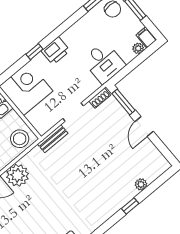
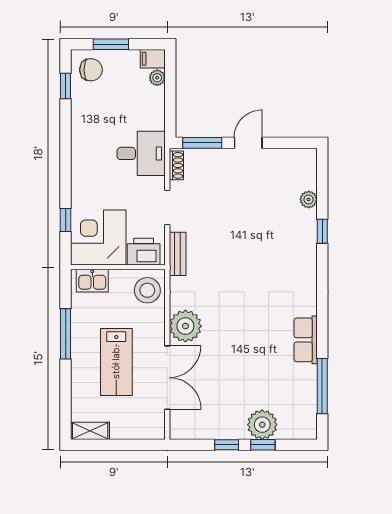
printer: (56, 51) -> (144, 252), moved, turned -90
window: (34, 52) -> (66, 220), moved
desk: (104, 63) -> (141, 153), moved
door: (144, 126) -> (248, 143), swing flipped

